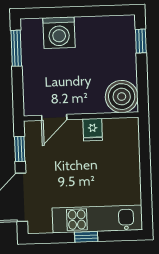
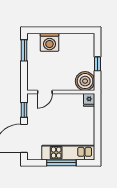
window: (141, 41) -> (97, 64), moved
fridge: (93, 130) -> (89, 100), moved
window: (86, 237) -> (61, 163), width x2.17

